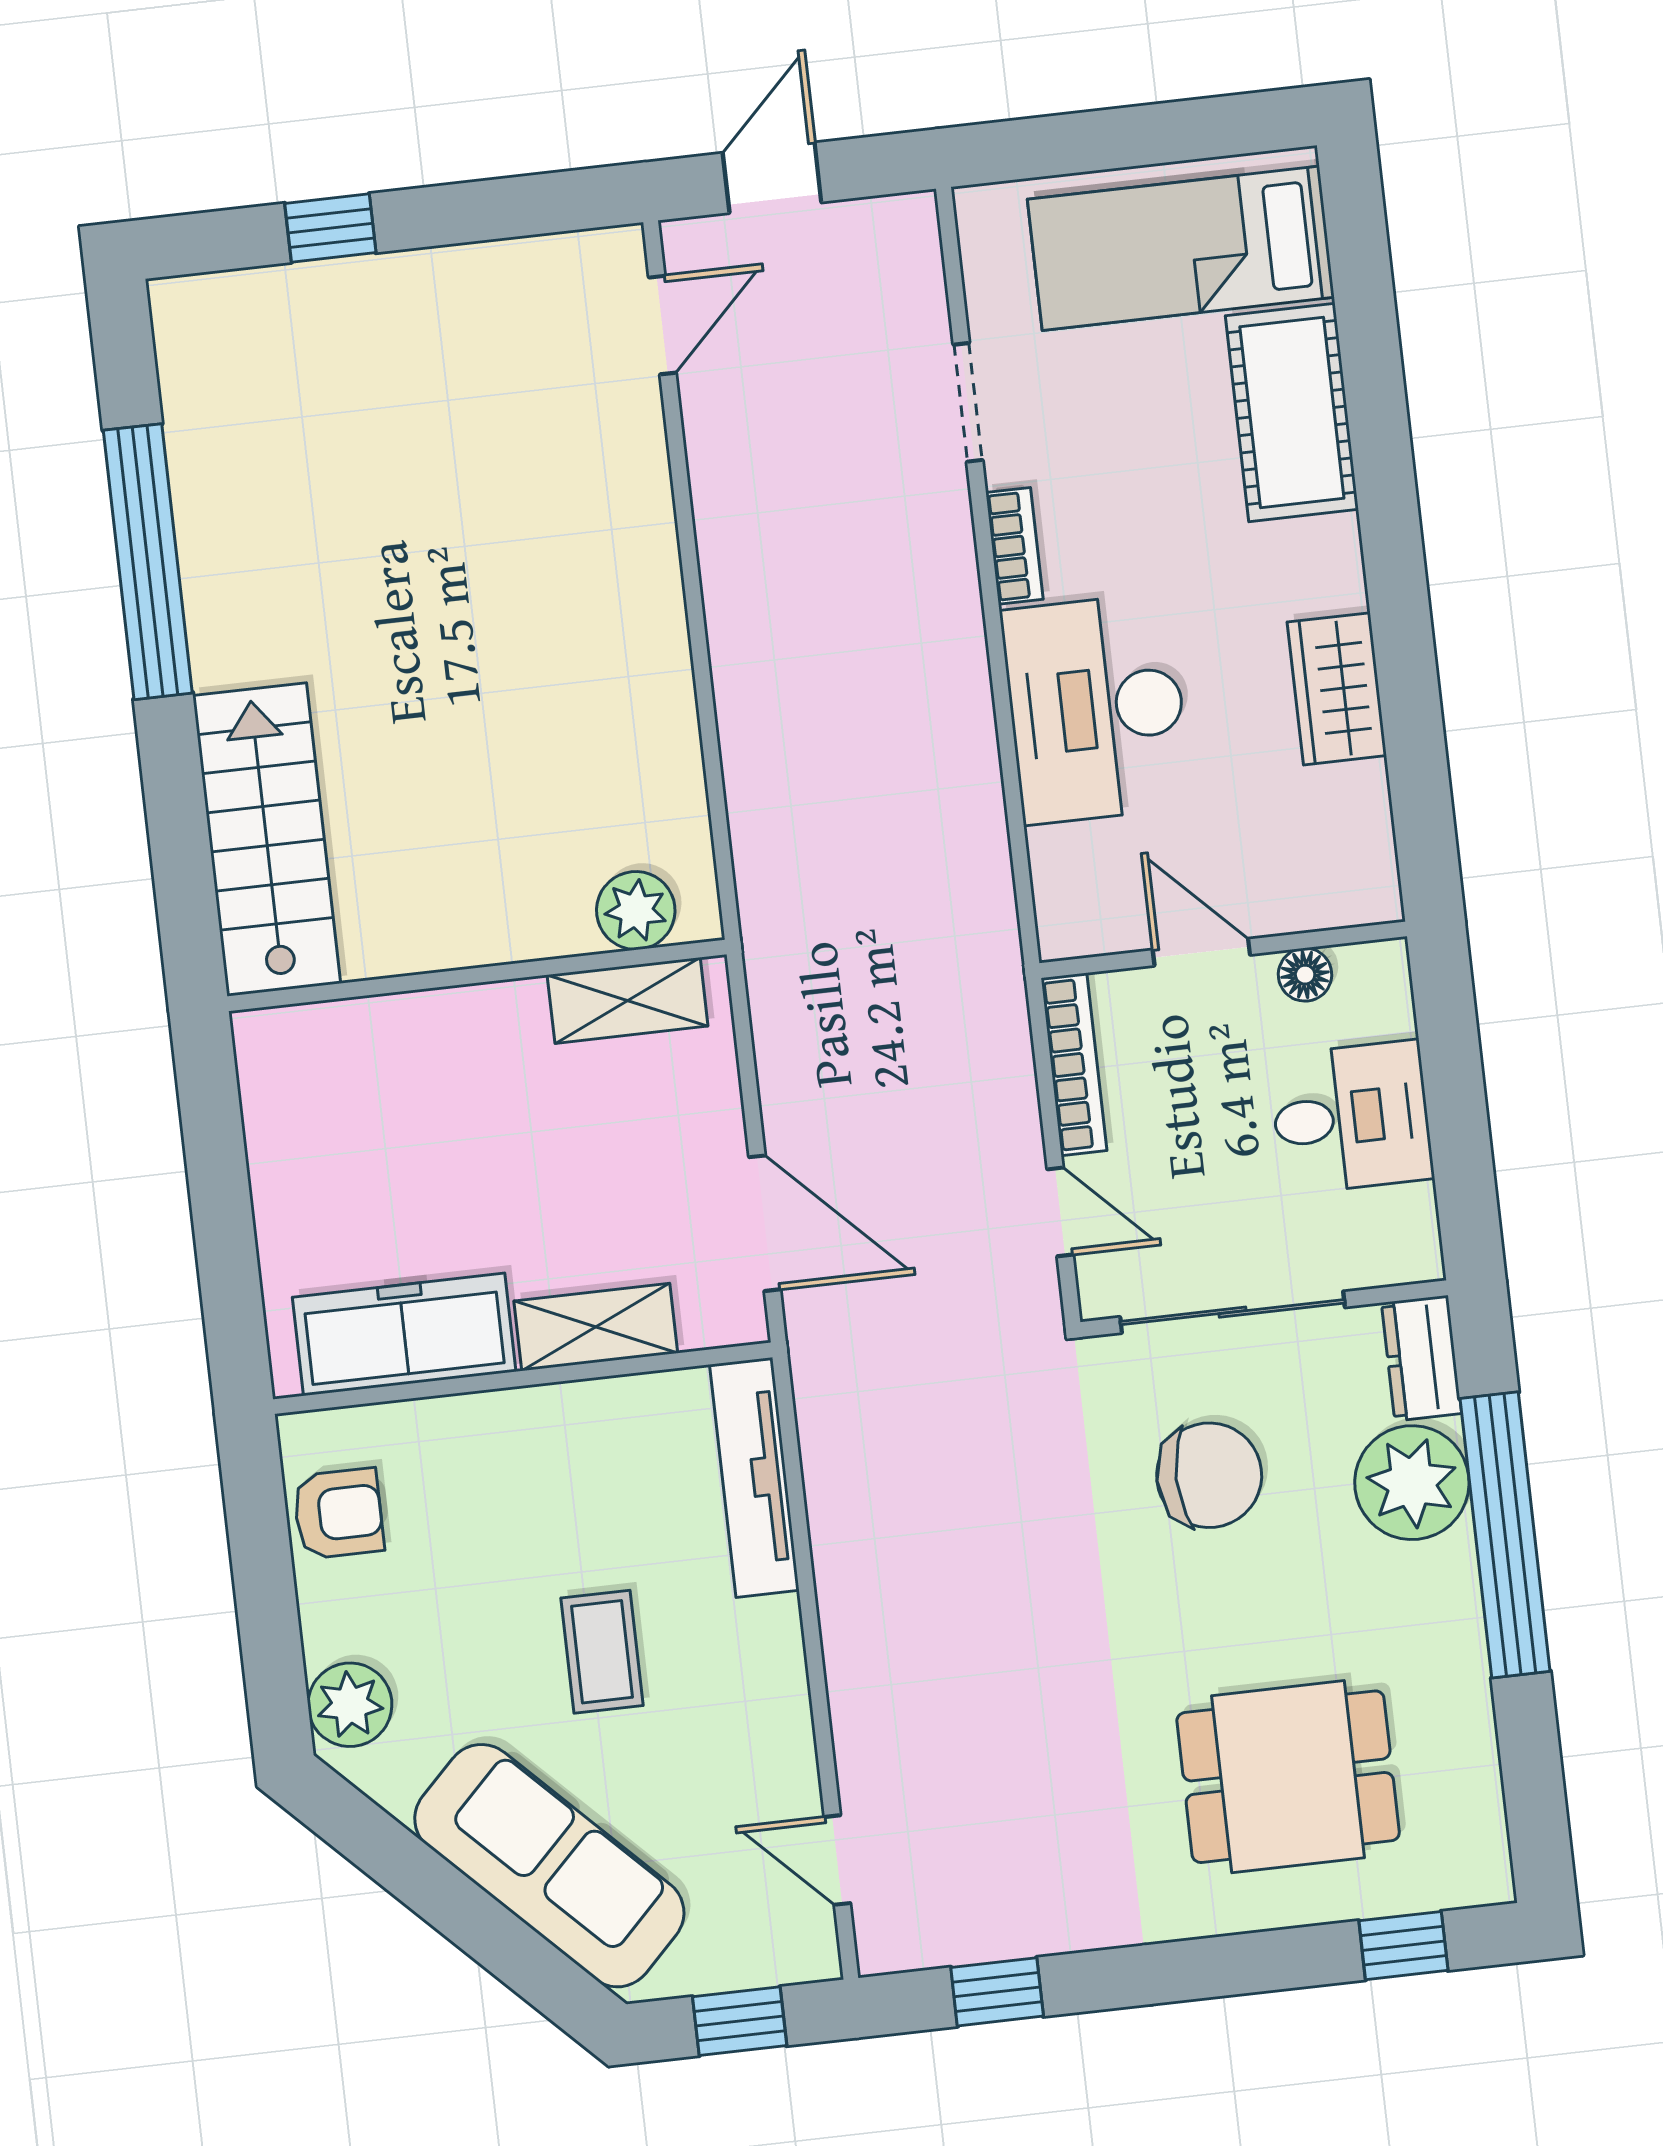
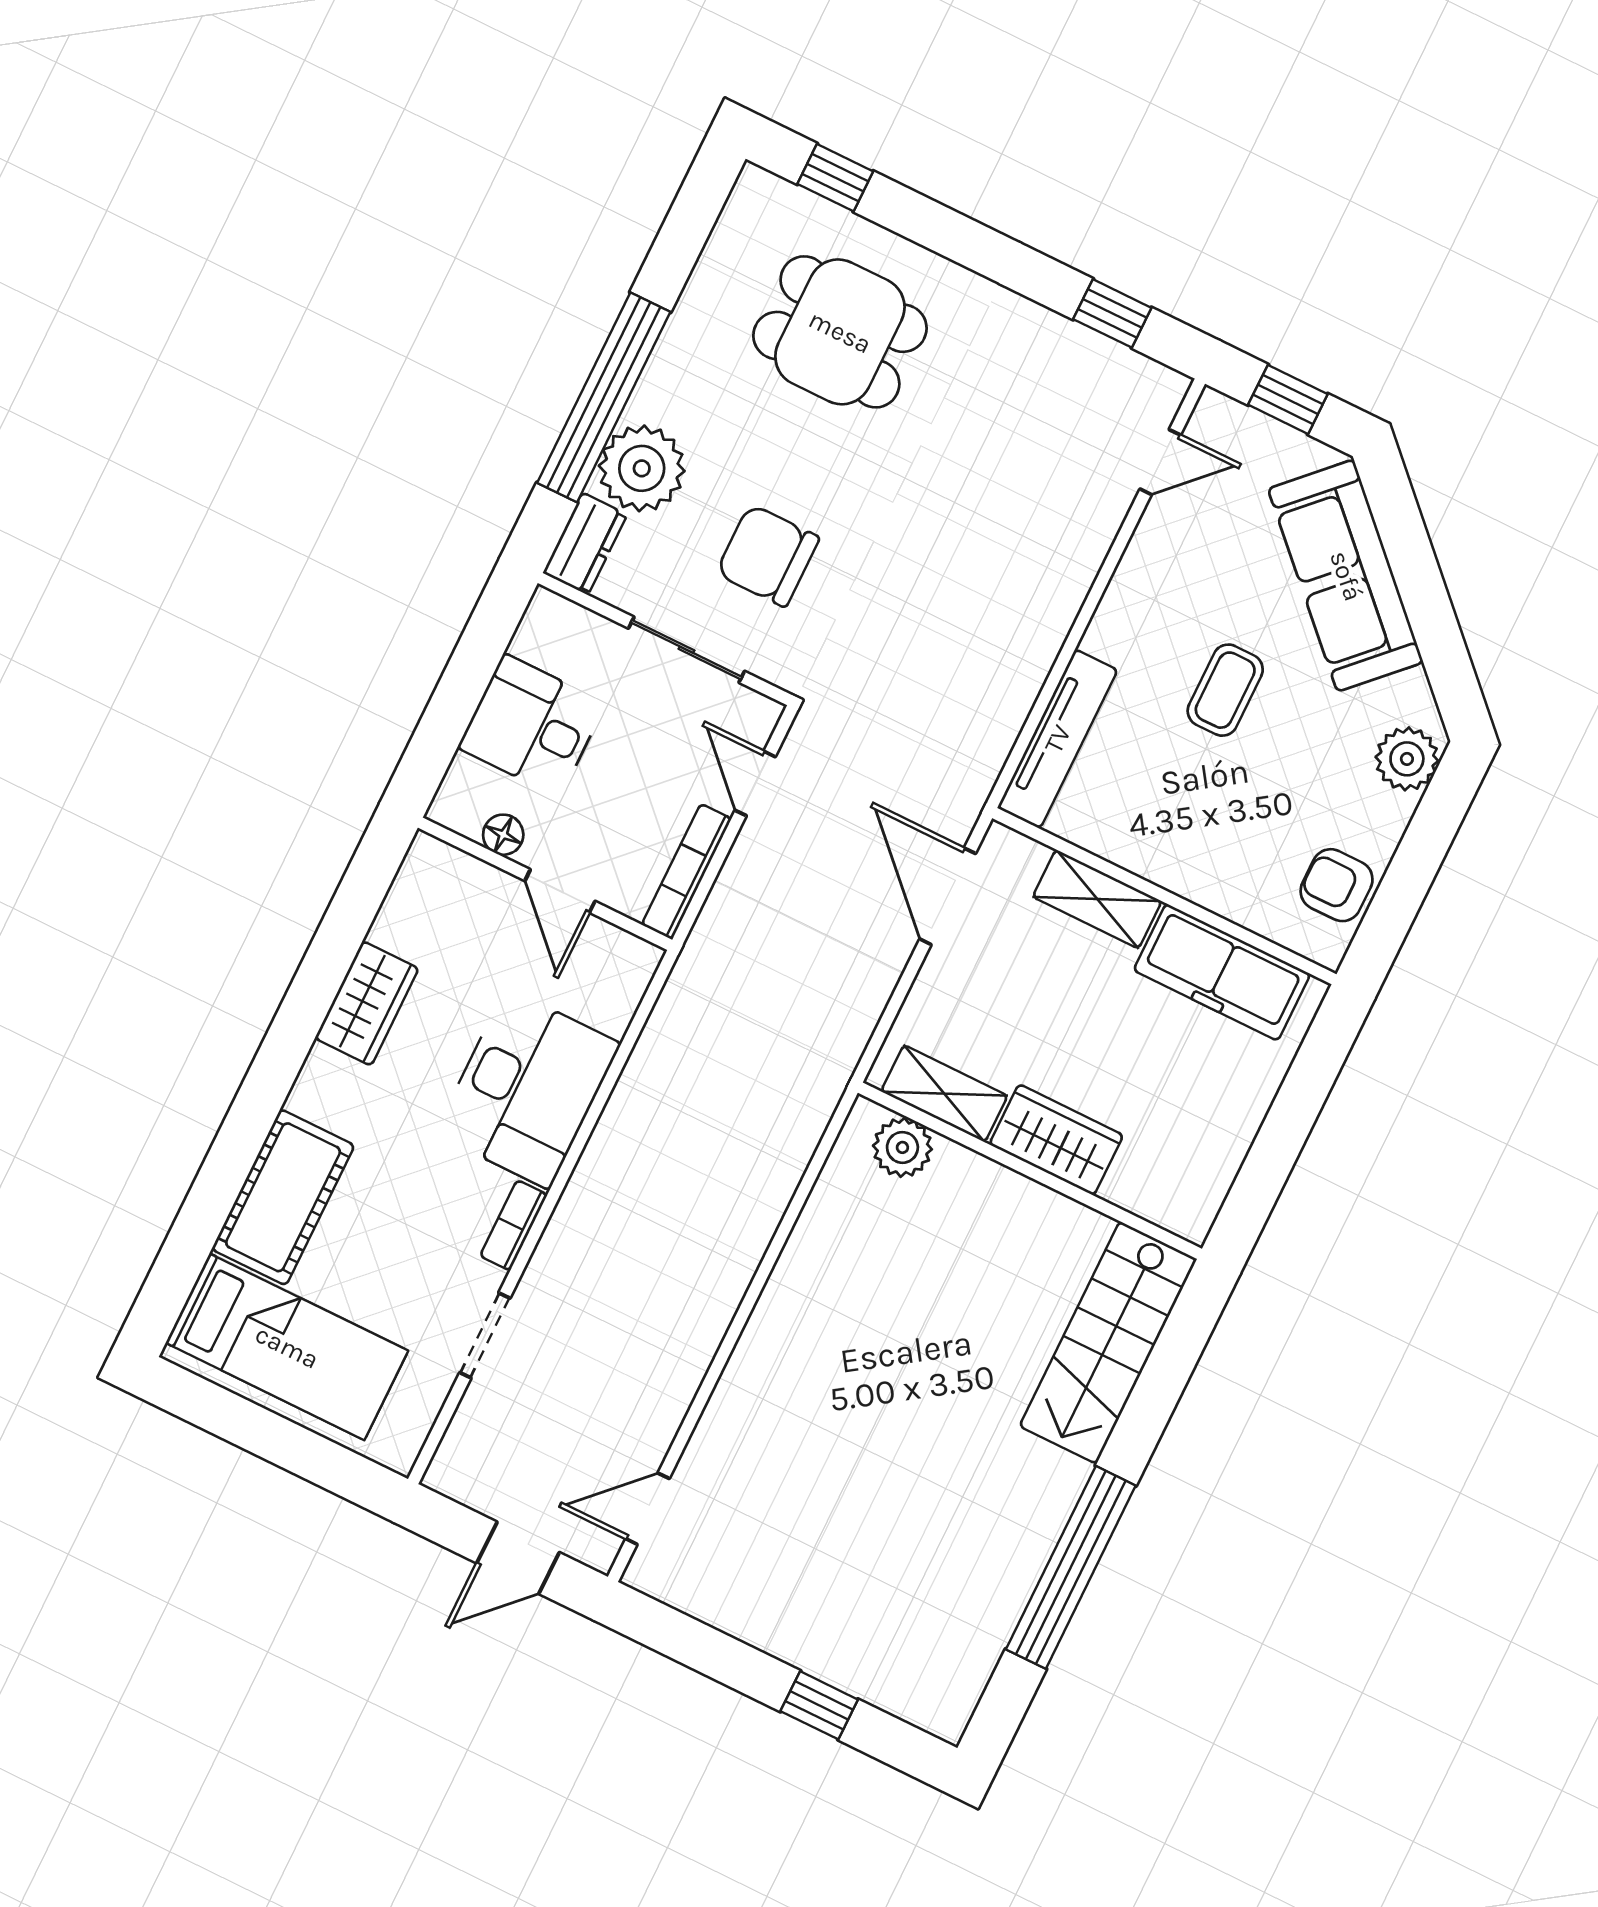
wardrobe: (469, 1029) -> (1056, 1140), added
sliding door: (1232, 1312) -> (686, 650), width x0.73
door: (837, 1860) -> (1160, 462), hinge flipped

